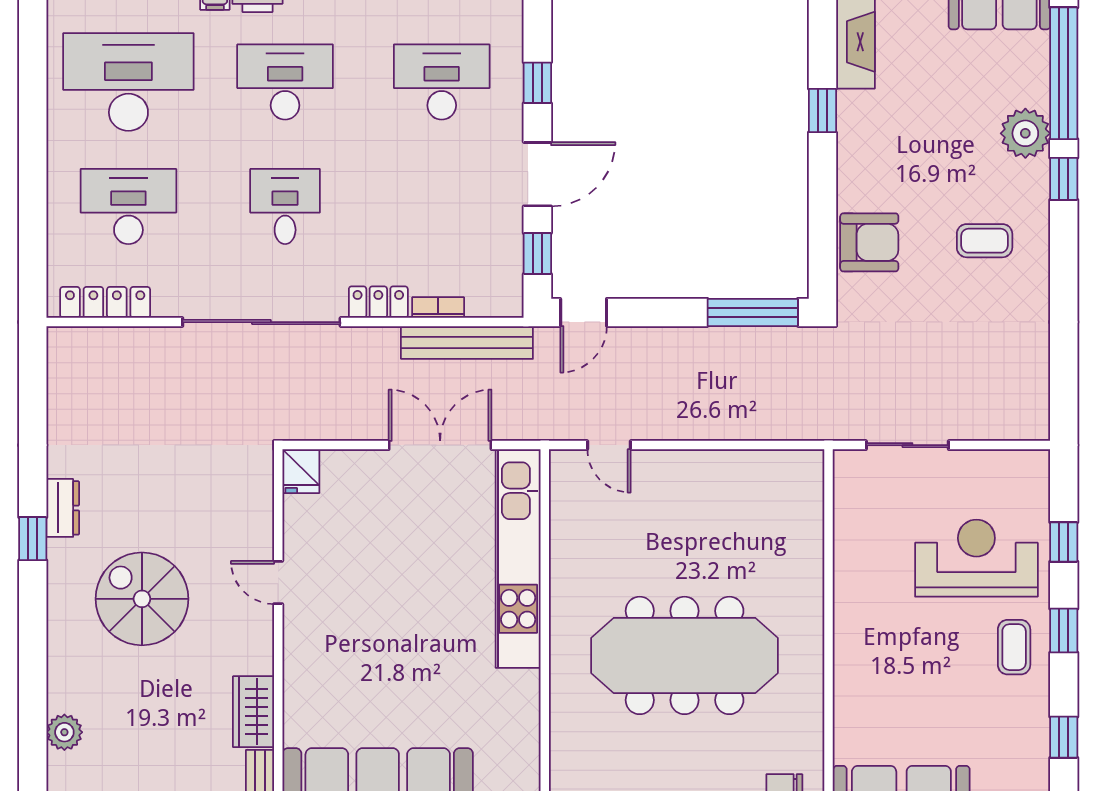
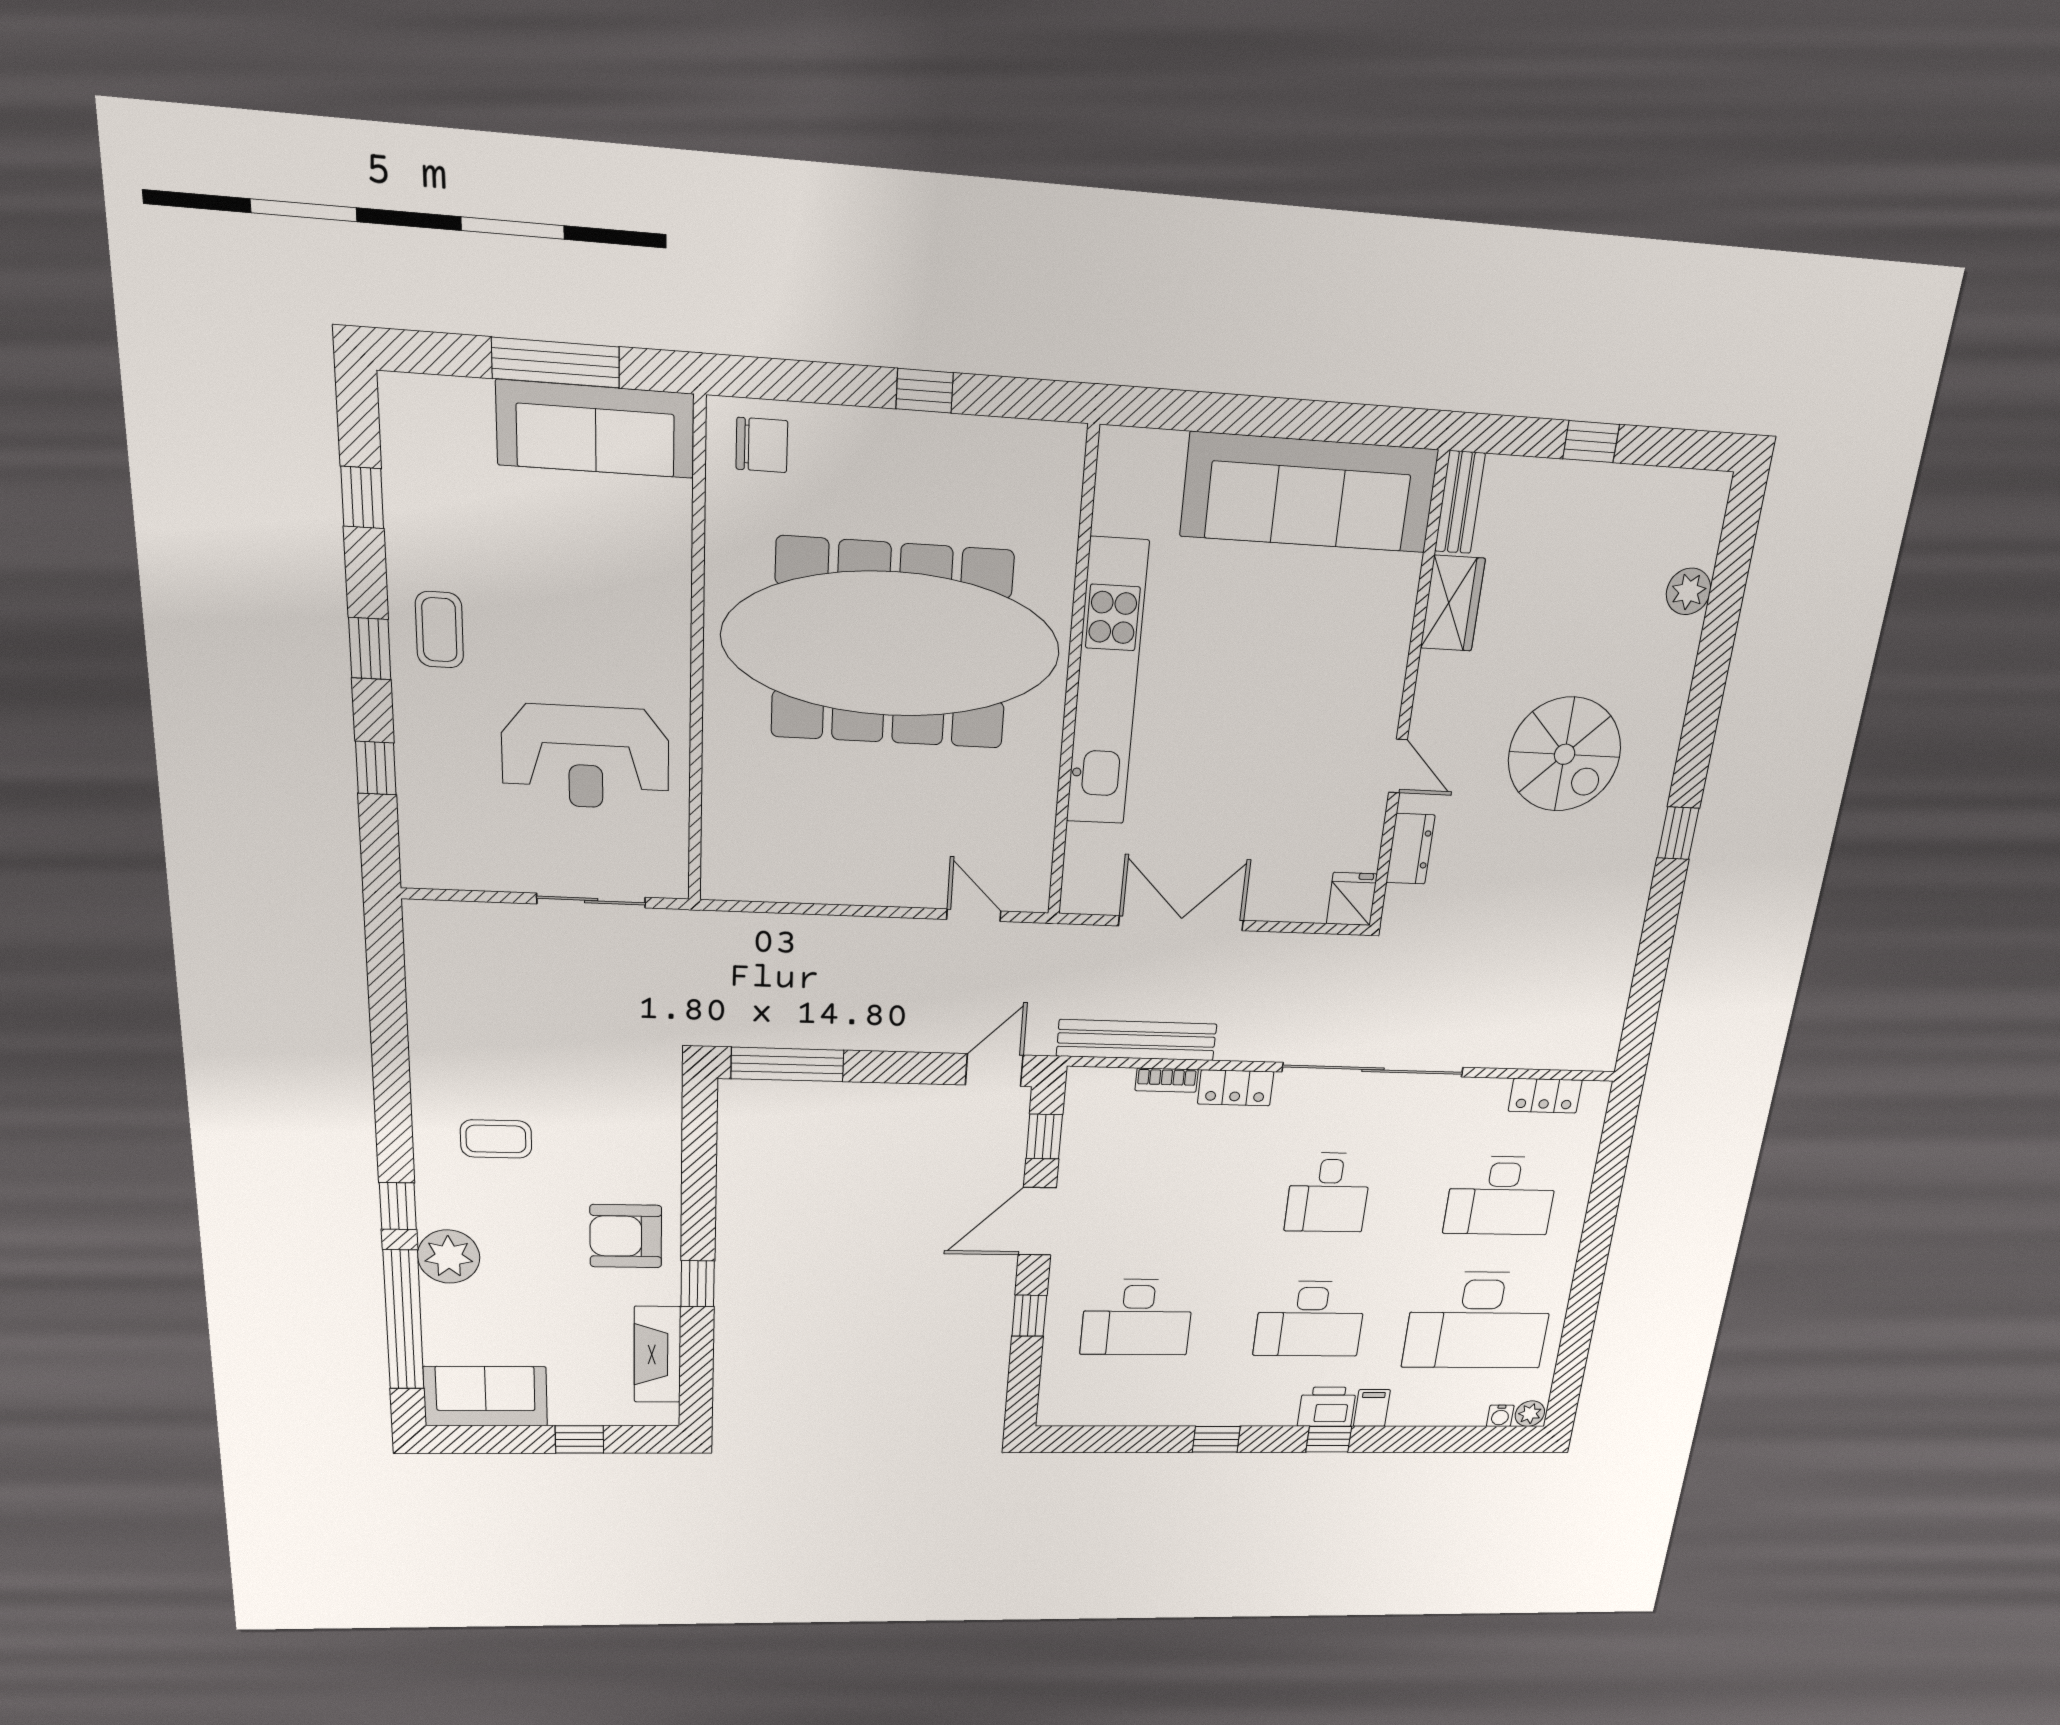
armchair: (869, 242) -> (626, 1236), moved
locker: (105, 302) -> (1545, 1096), width x0.66
double door: (440, 445) -> (1181, 923), swing flipped
dresser: (63, 508) -> (1410, 849), moved, turned 180
kitchen unit: (518, 558) -> (1107, 684), moved
reception desk: (976, 558) -> (586, 757), moved
meeting table: (685, 655) -> (892, 644), width x1.36, depth x1.27

